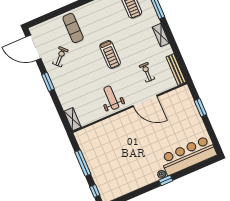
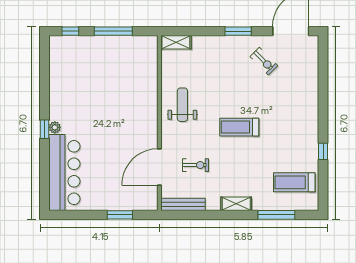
exercise mat: (73, 28) -> (294, 94), removed
weight bench: (111, 98) -> (182, 105), turned -90
door: (145, 101) -> (159, 167), moved

